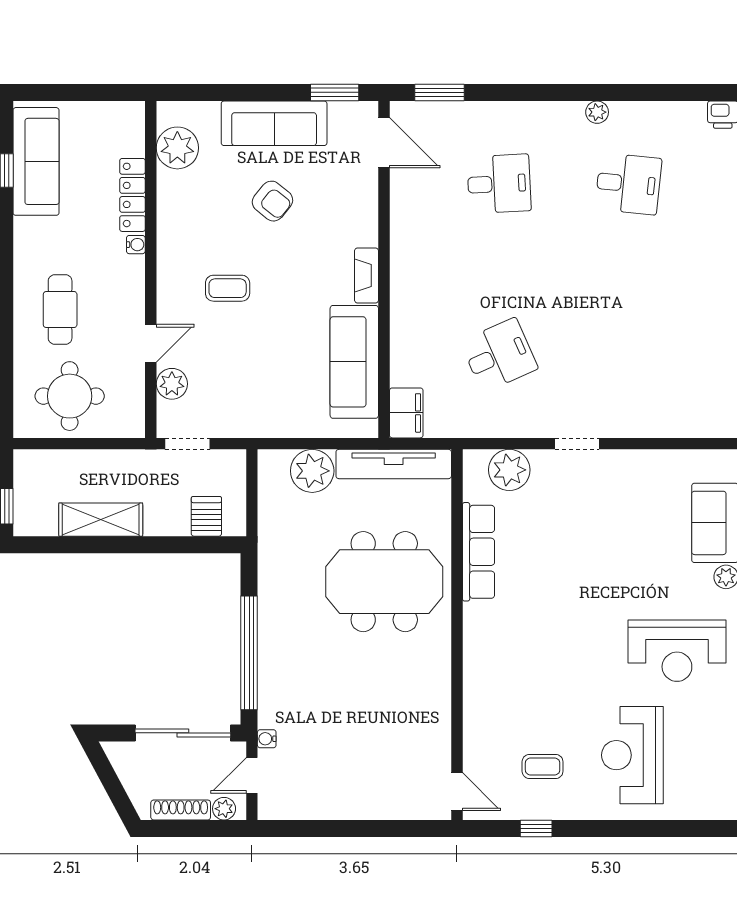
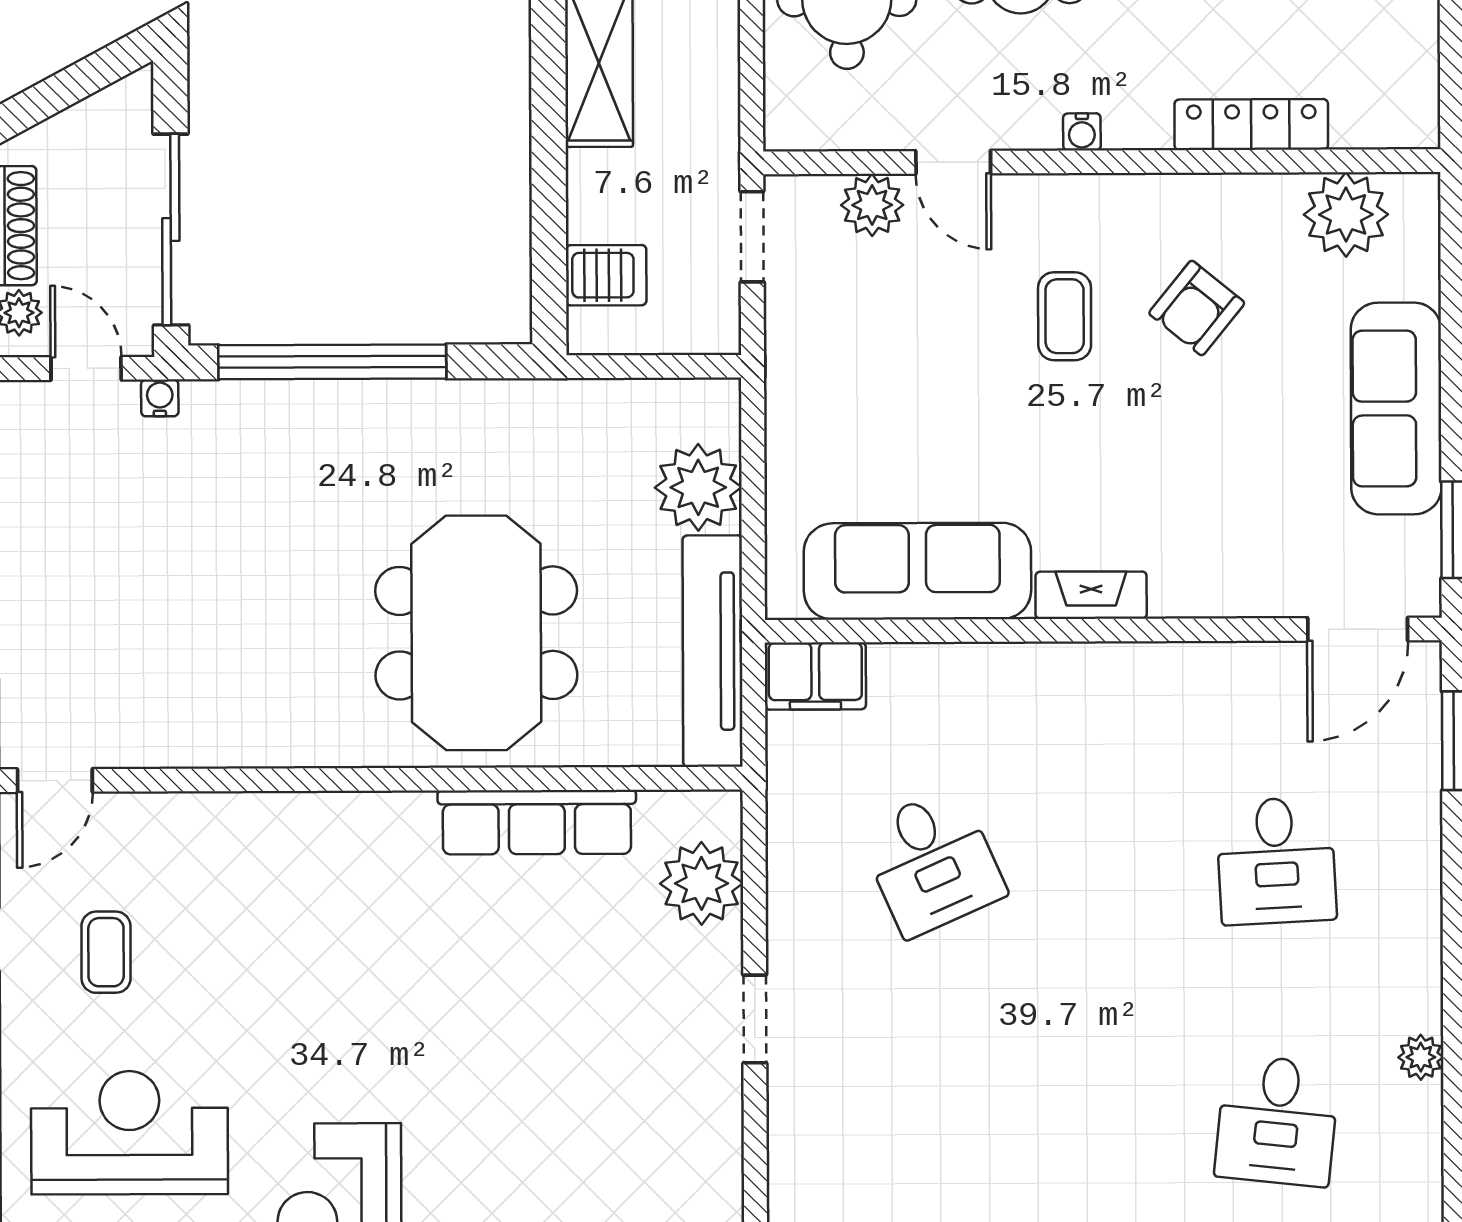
armchair: (272, 201) -> (1197, 308), moved
water cooler: (136, 245) -> (1082, 132), moved

